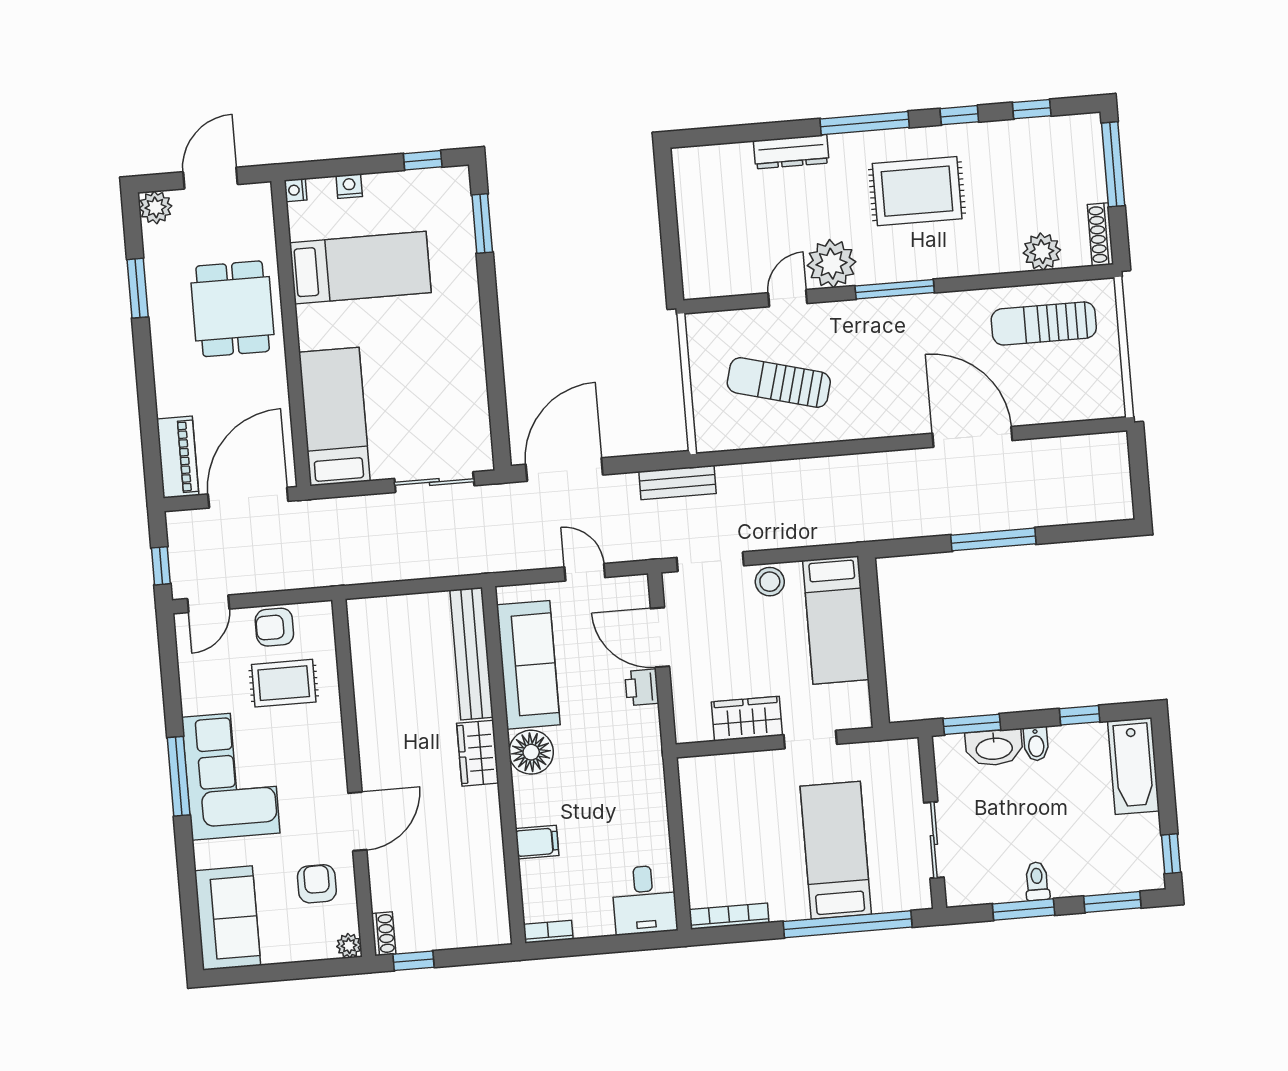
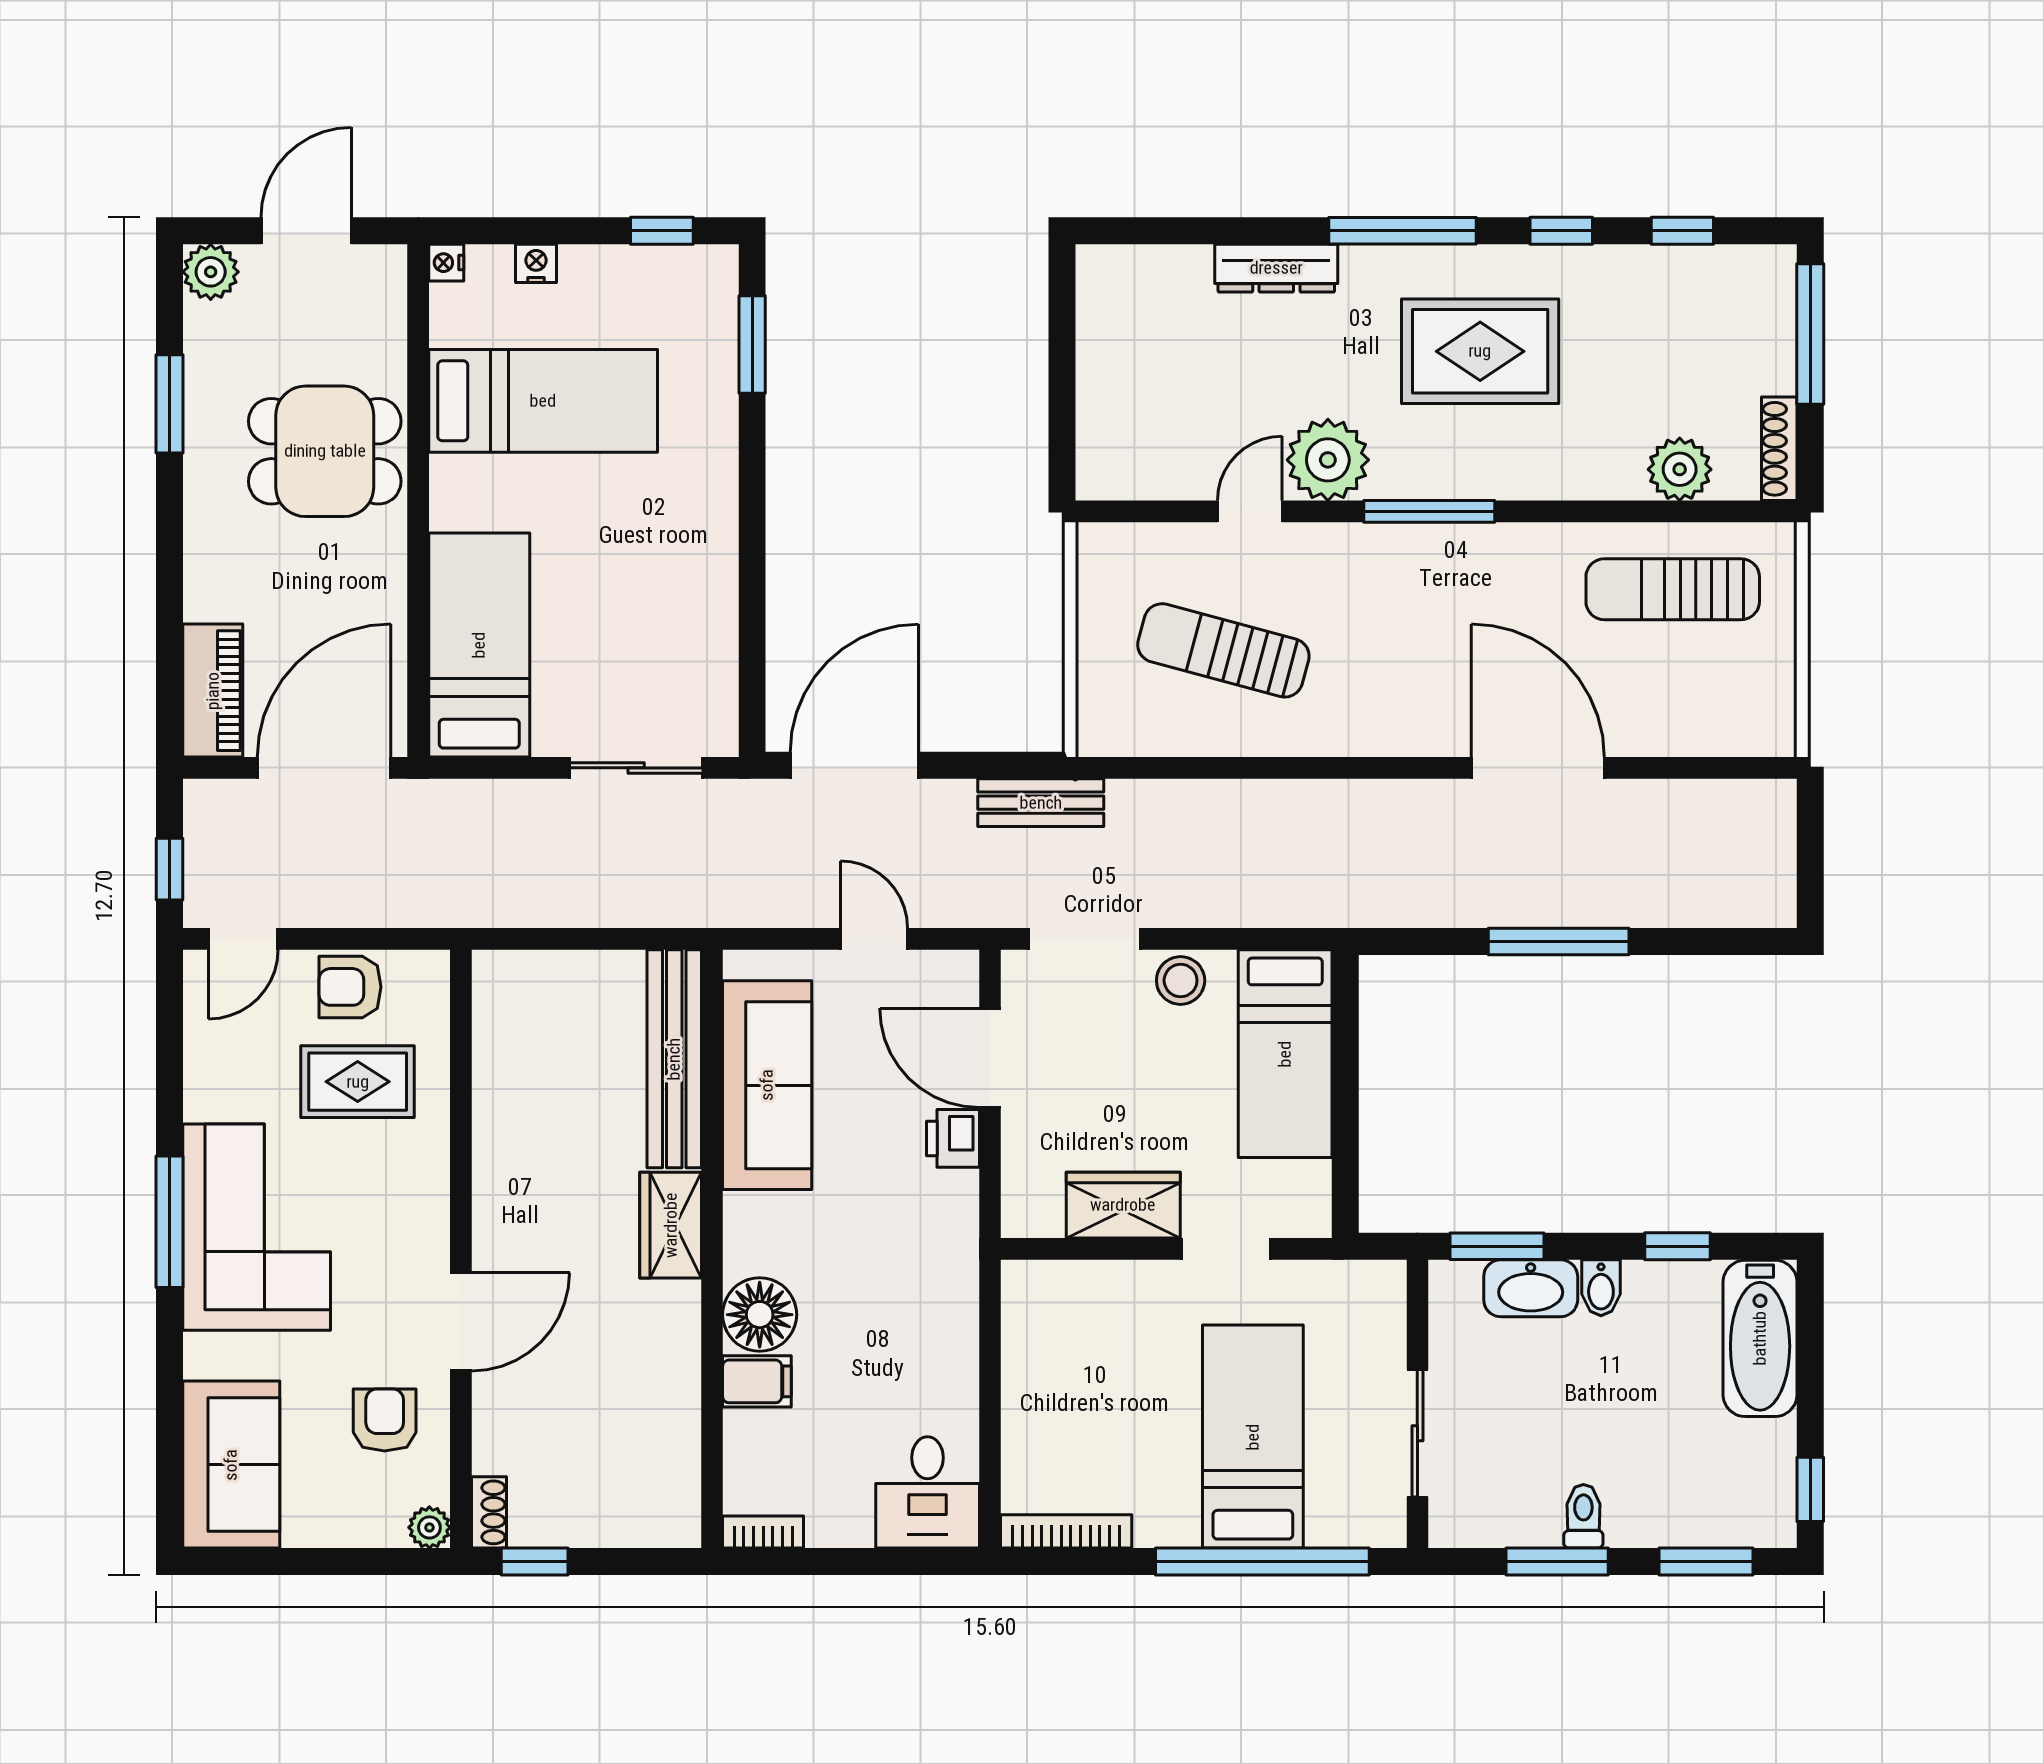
dining table: (233, 309) -> (325, 451), turned 90
floor lamp: (531, 752) -> (760, 1315), moved

